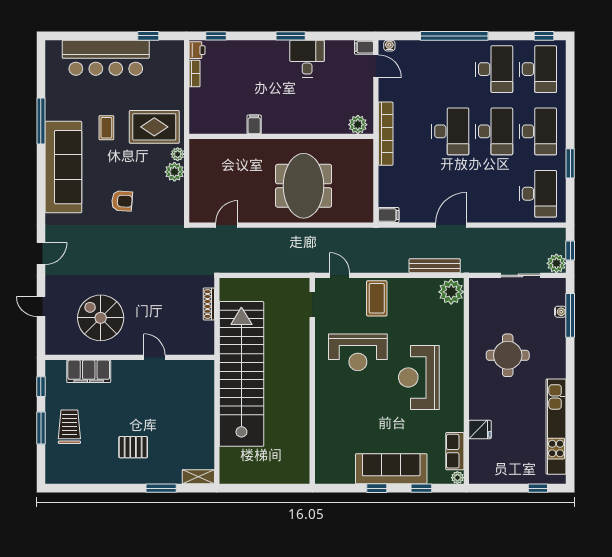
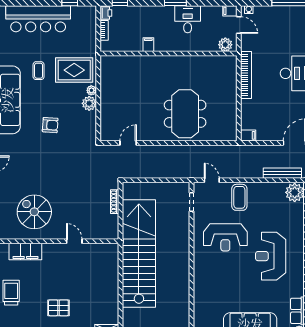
filing cabinet: (254, 124) -> (148, 45), moved
plant: (358, 125) -> (225, 45), moved
wall: (281, 136) -> (168, 53), moved

